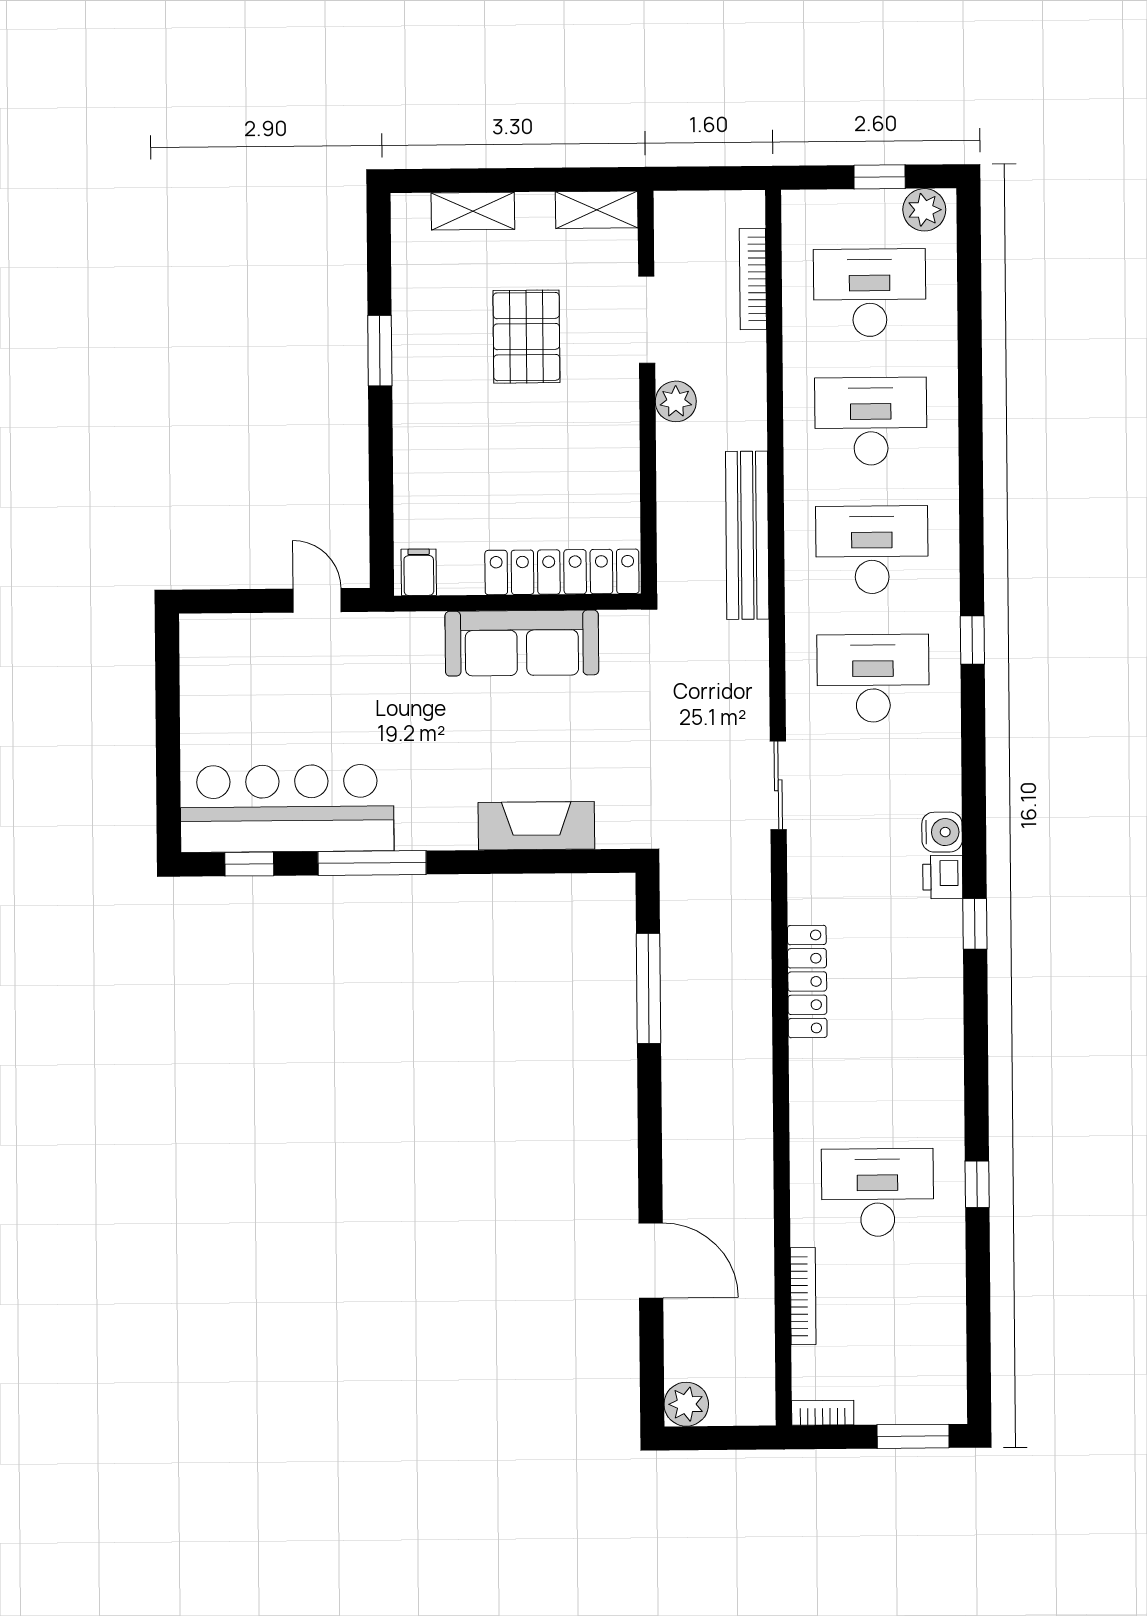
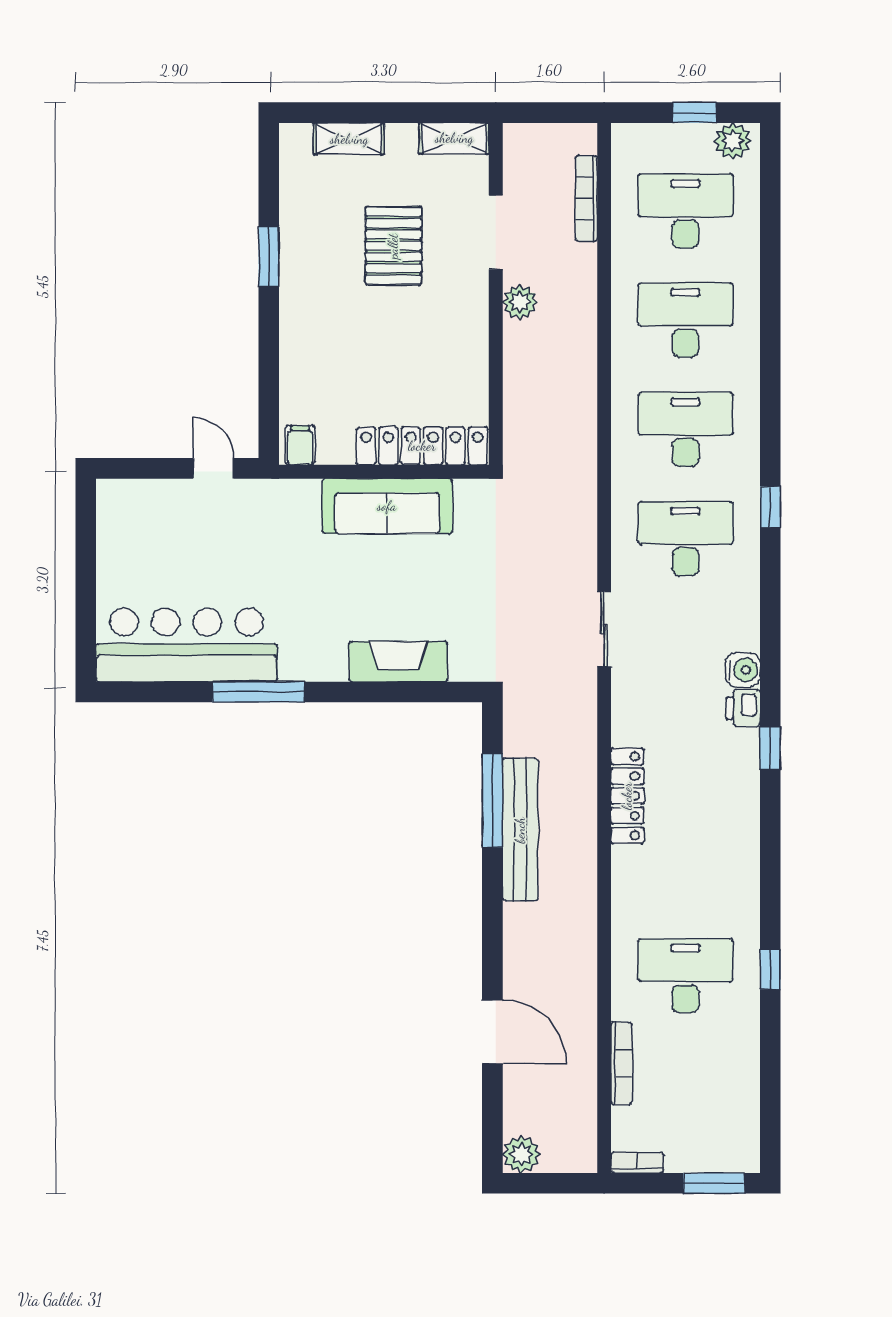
bench: (747, 535) -> (520, 830), moved
window: (249, 864) -> (154, 692), removed

